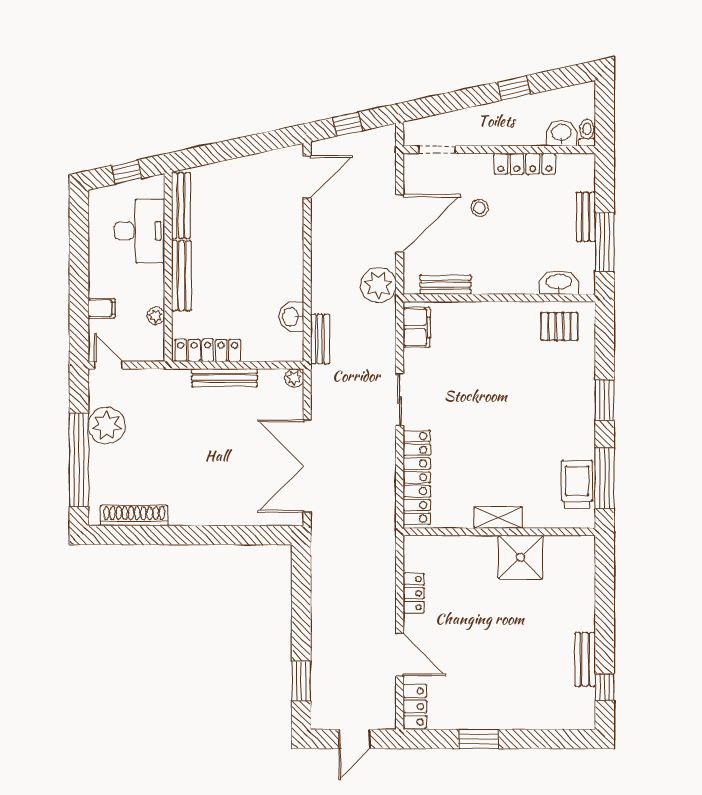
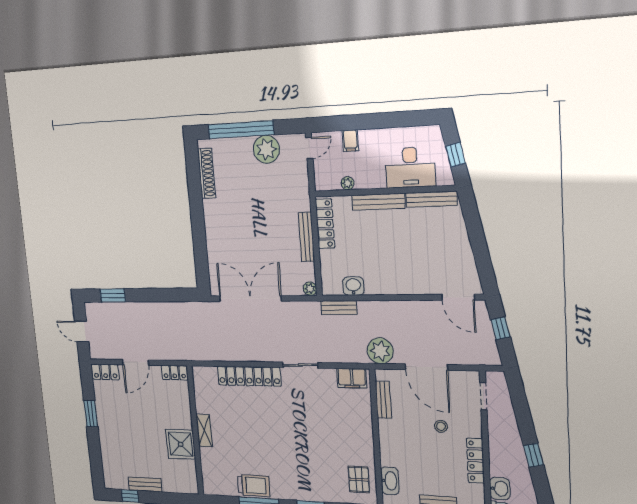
shelving: (498, 517) -> (204, 431), moved
wall: (499, 532) -> (195, 431), moved
shower: (520, 557) -> (181, 444), moved

